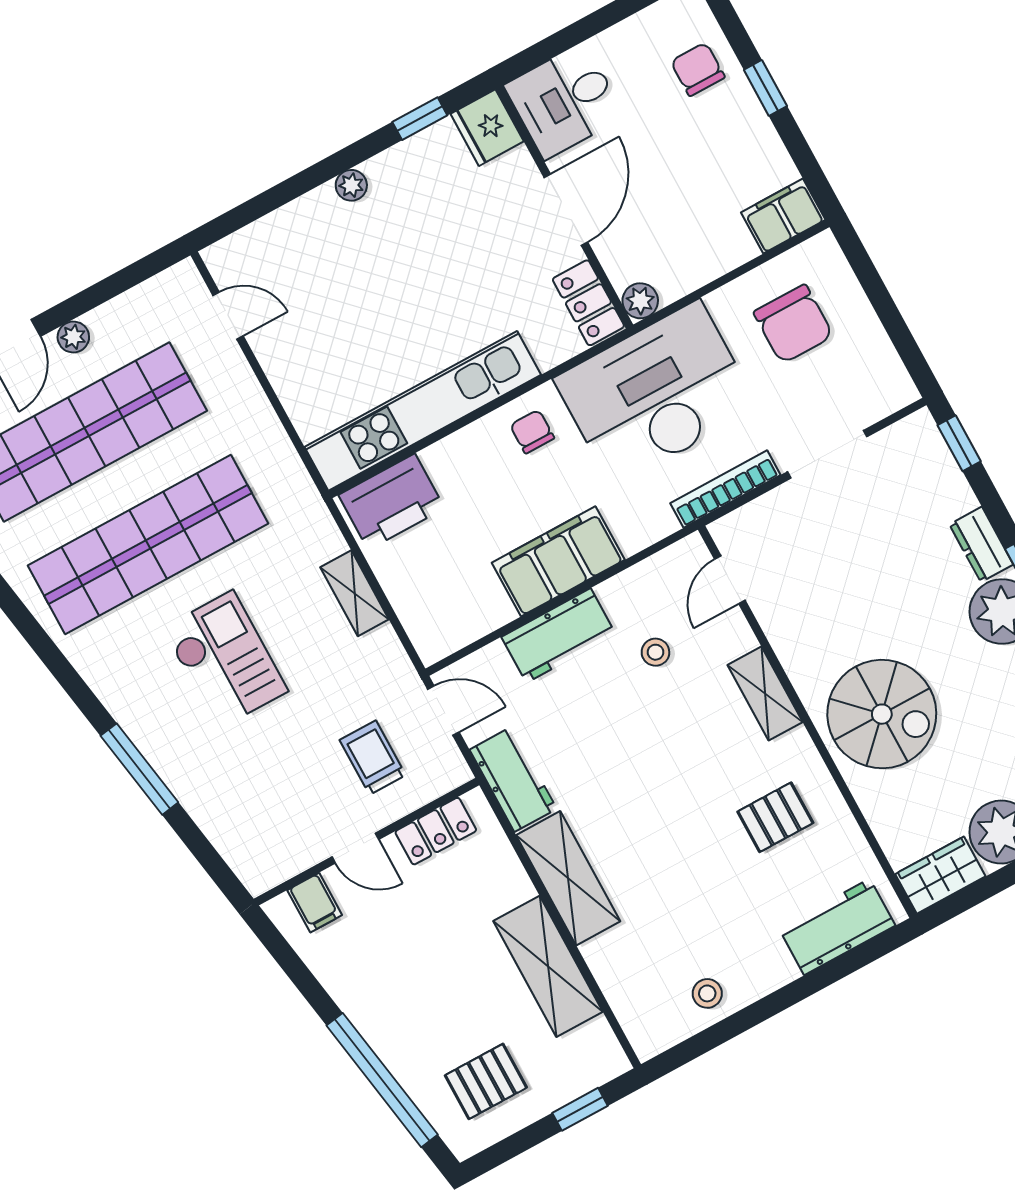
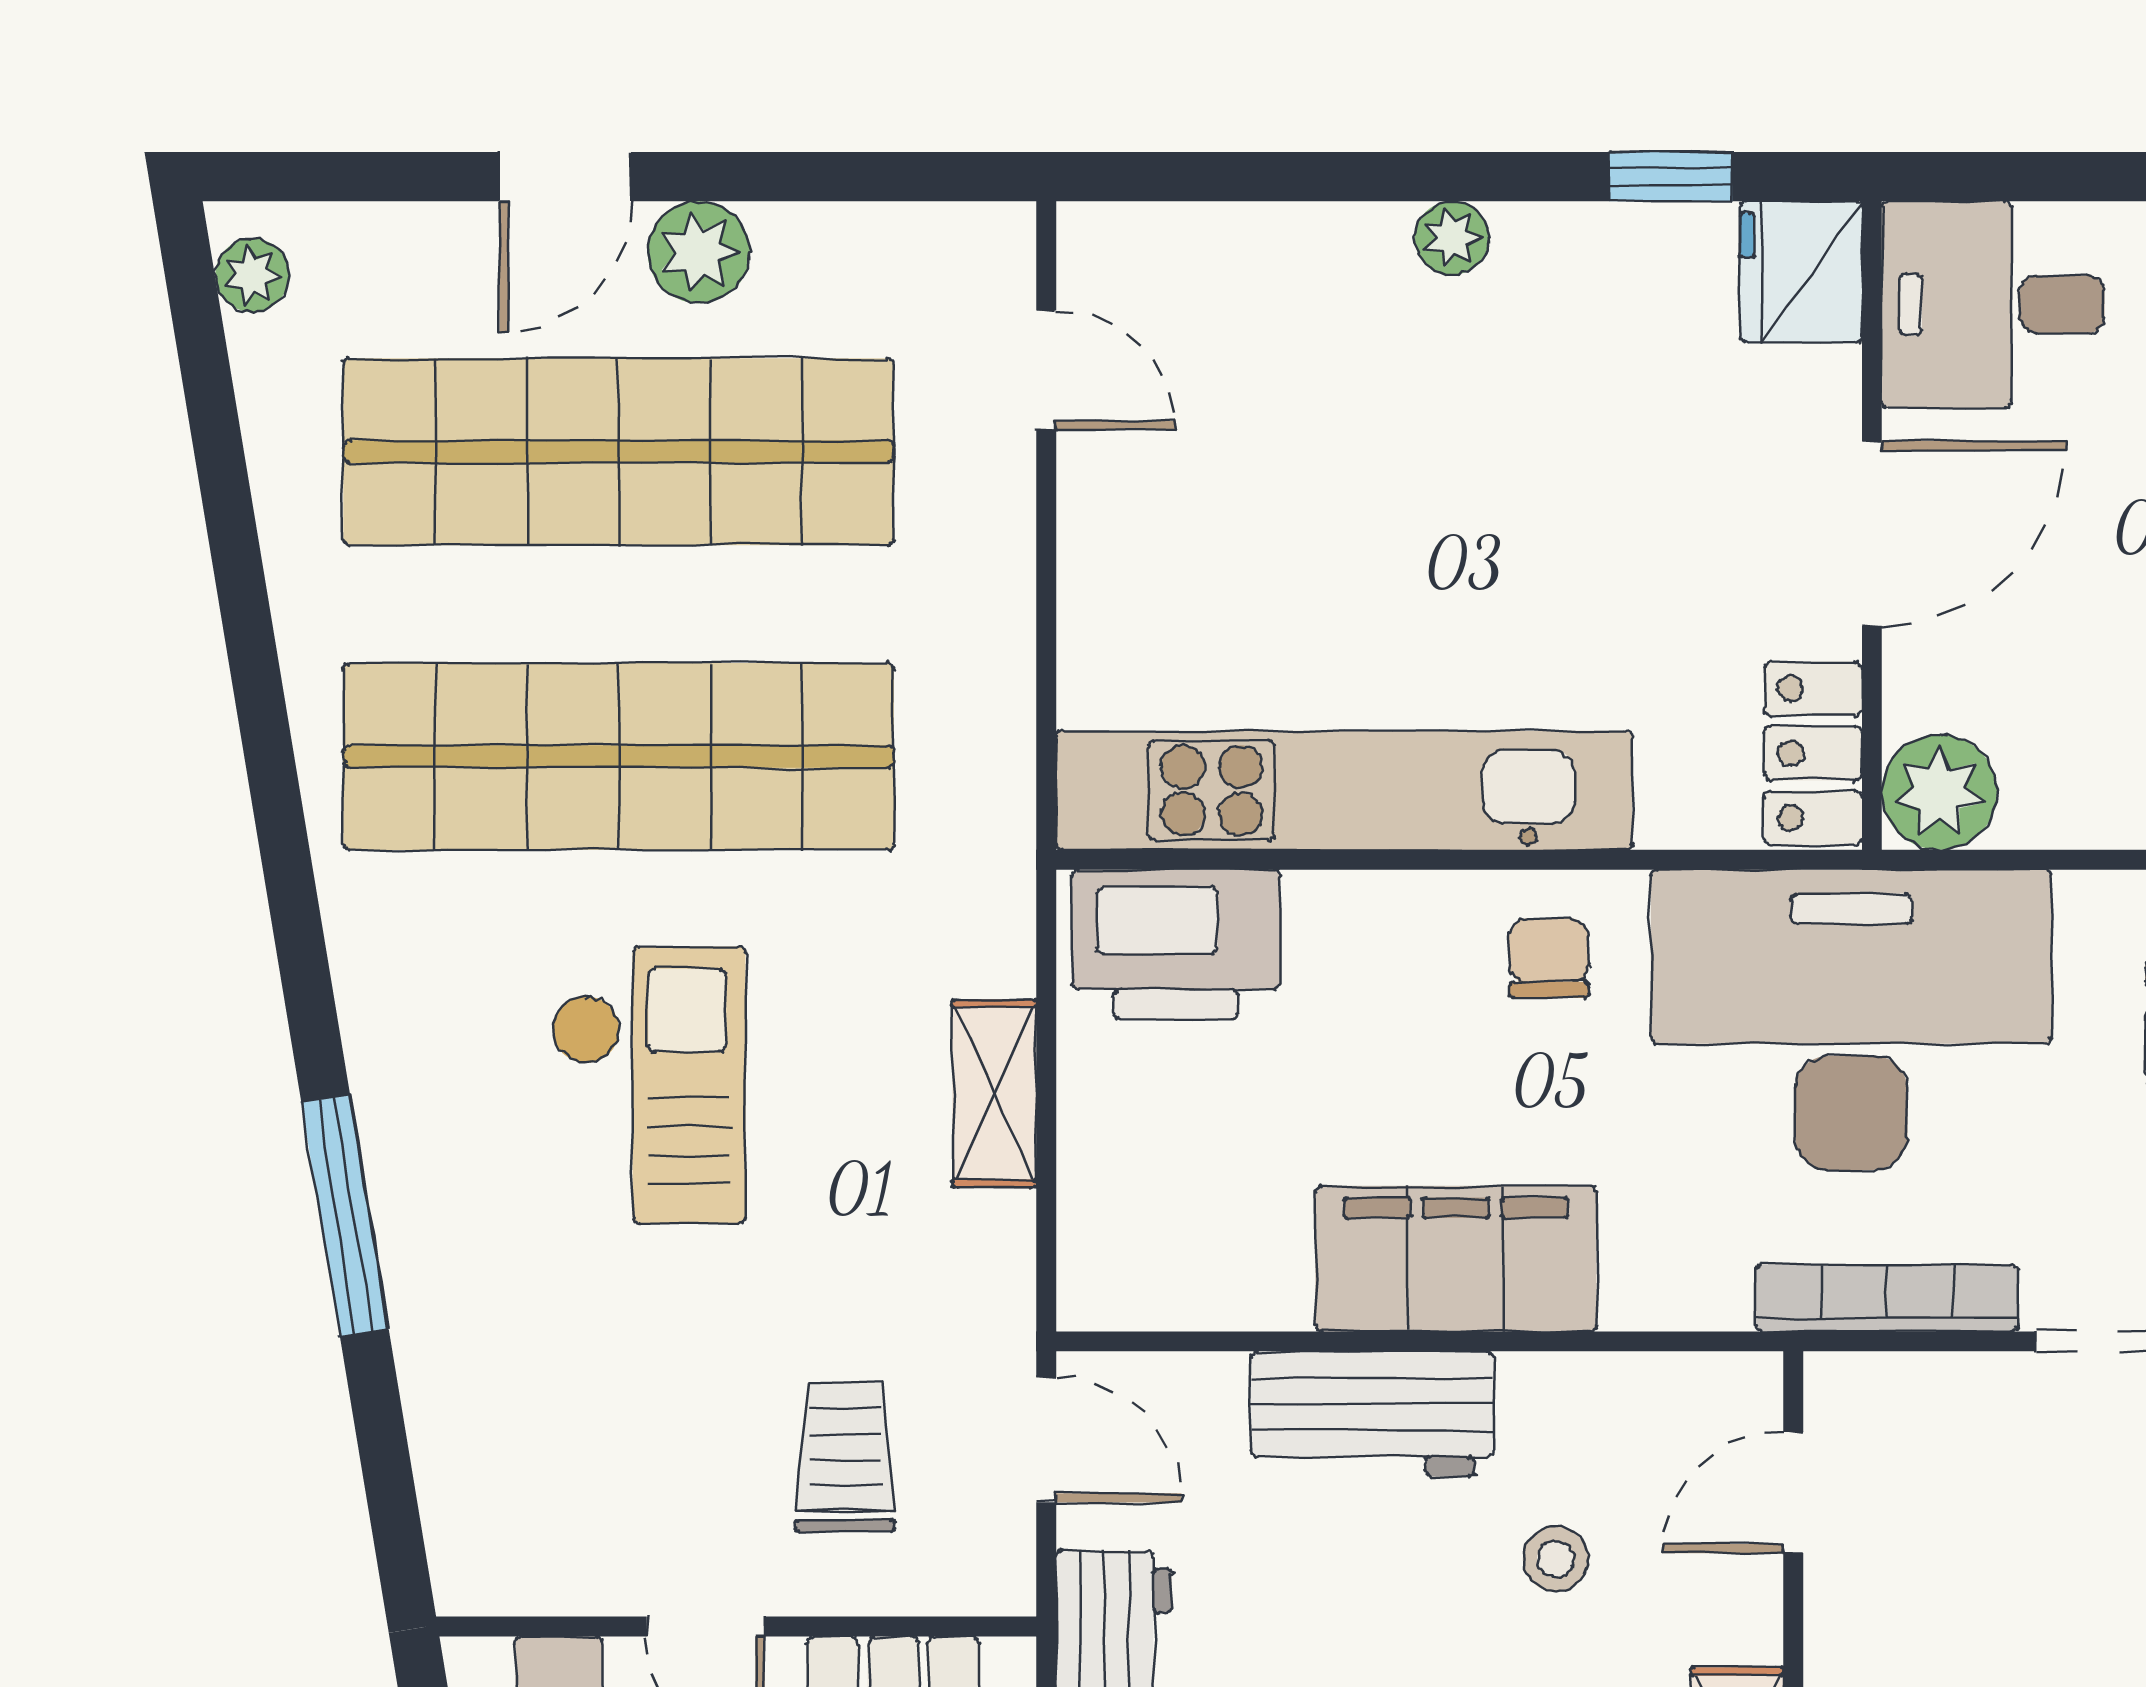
plant: (640, 301) -> (1939, 792), width x1.38, depth x1.38
plant: (73, 337) -> (699, 252), width x1.38, depth x1.38

